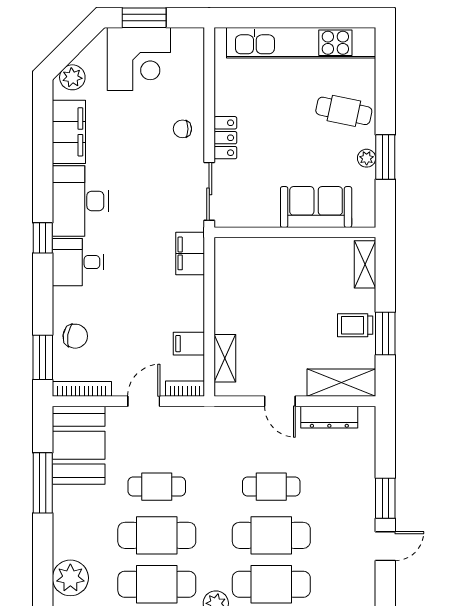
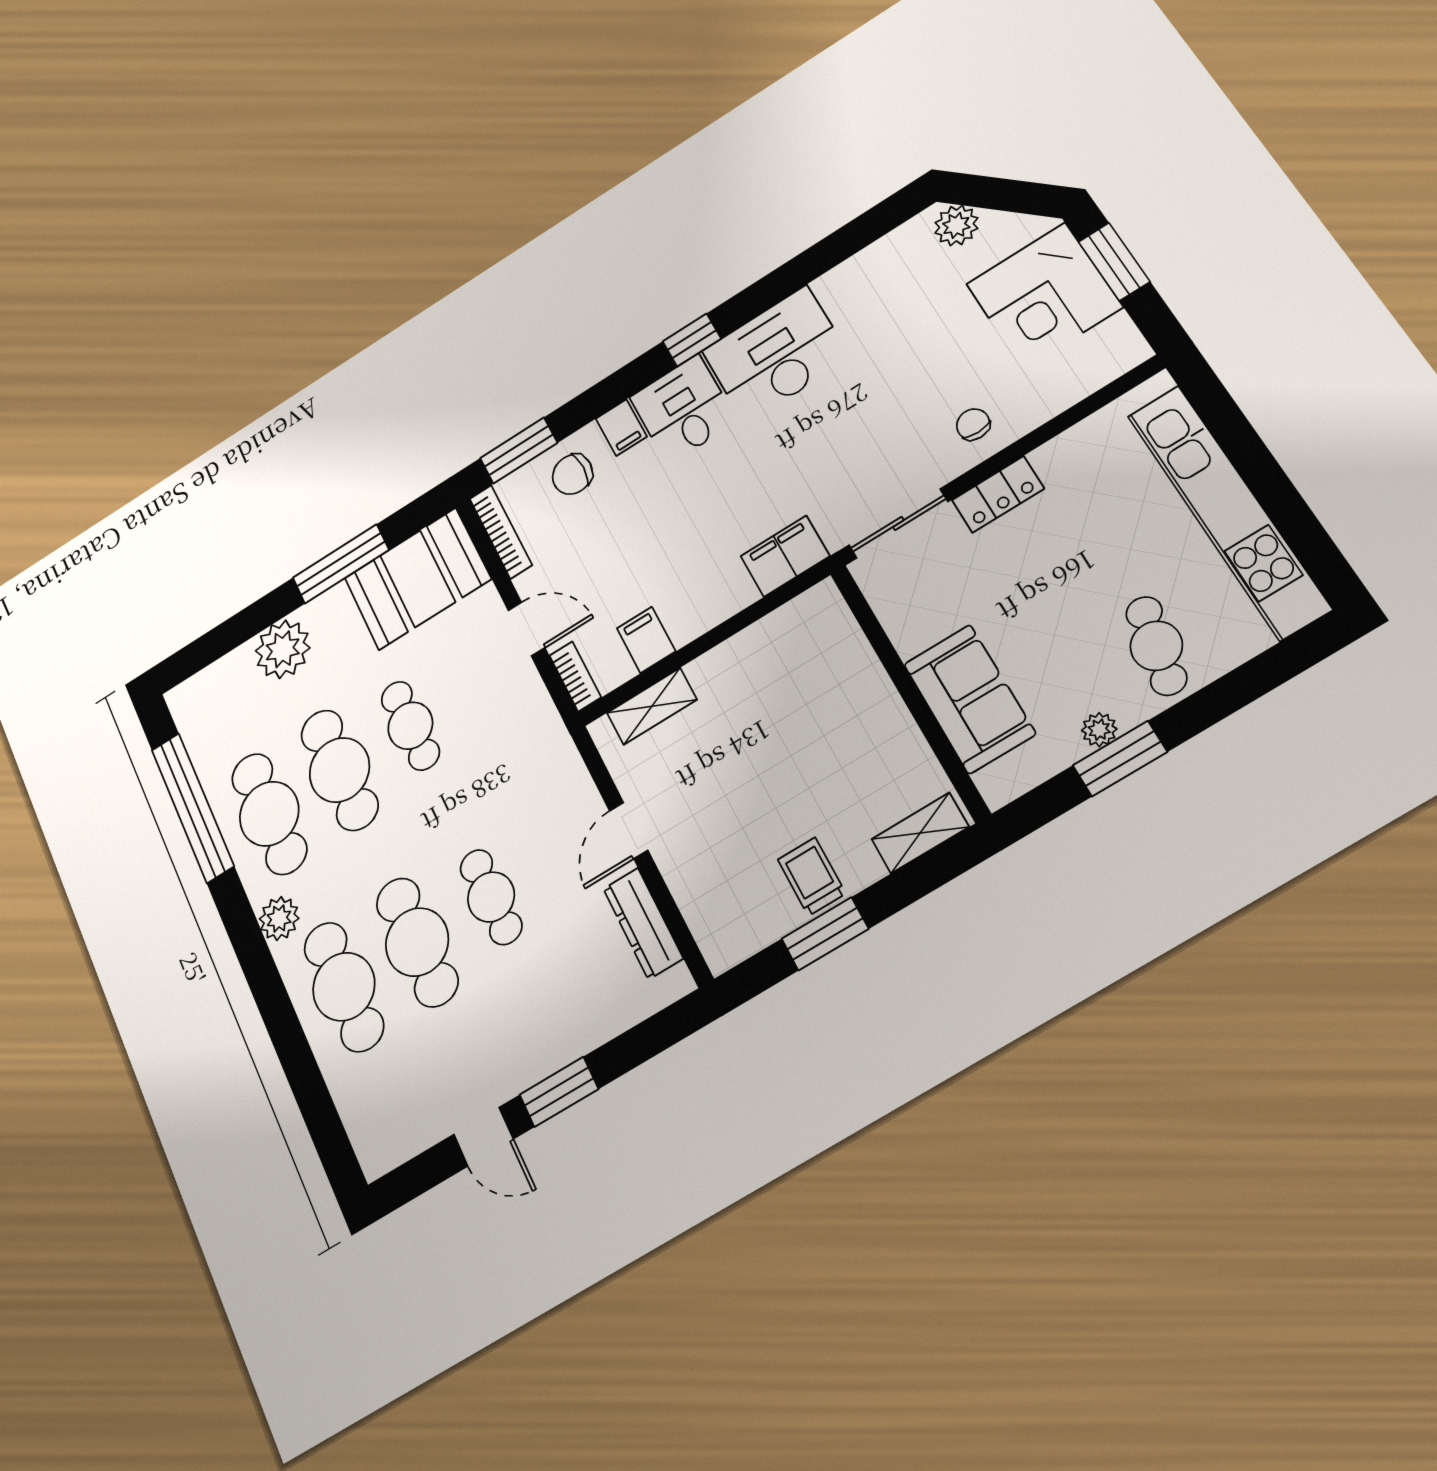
filing cabinet: (69, 132) -> (621, 428), moved, width x0.33, depth x0.86
chair: (75, 336) -> (572, 474), turned 81
shelving: (341, 383) -> (707, 910), removed
plant: (70, 578) -> (283, 649), moved

